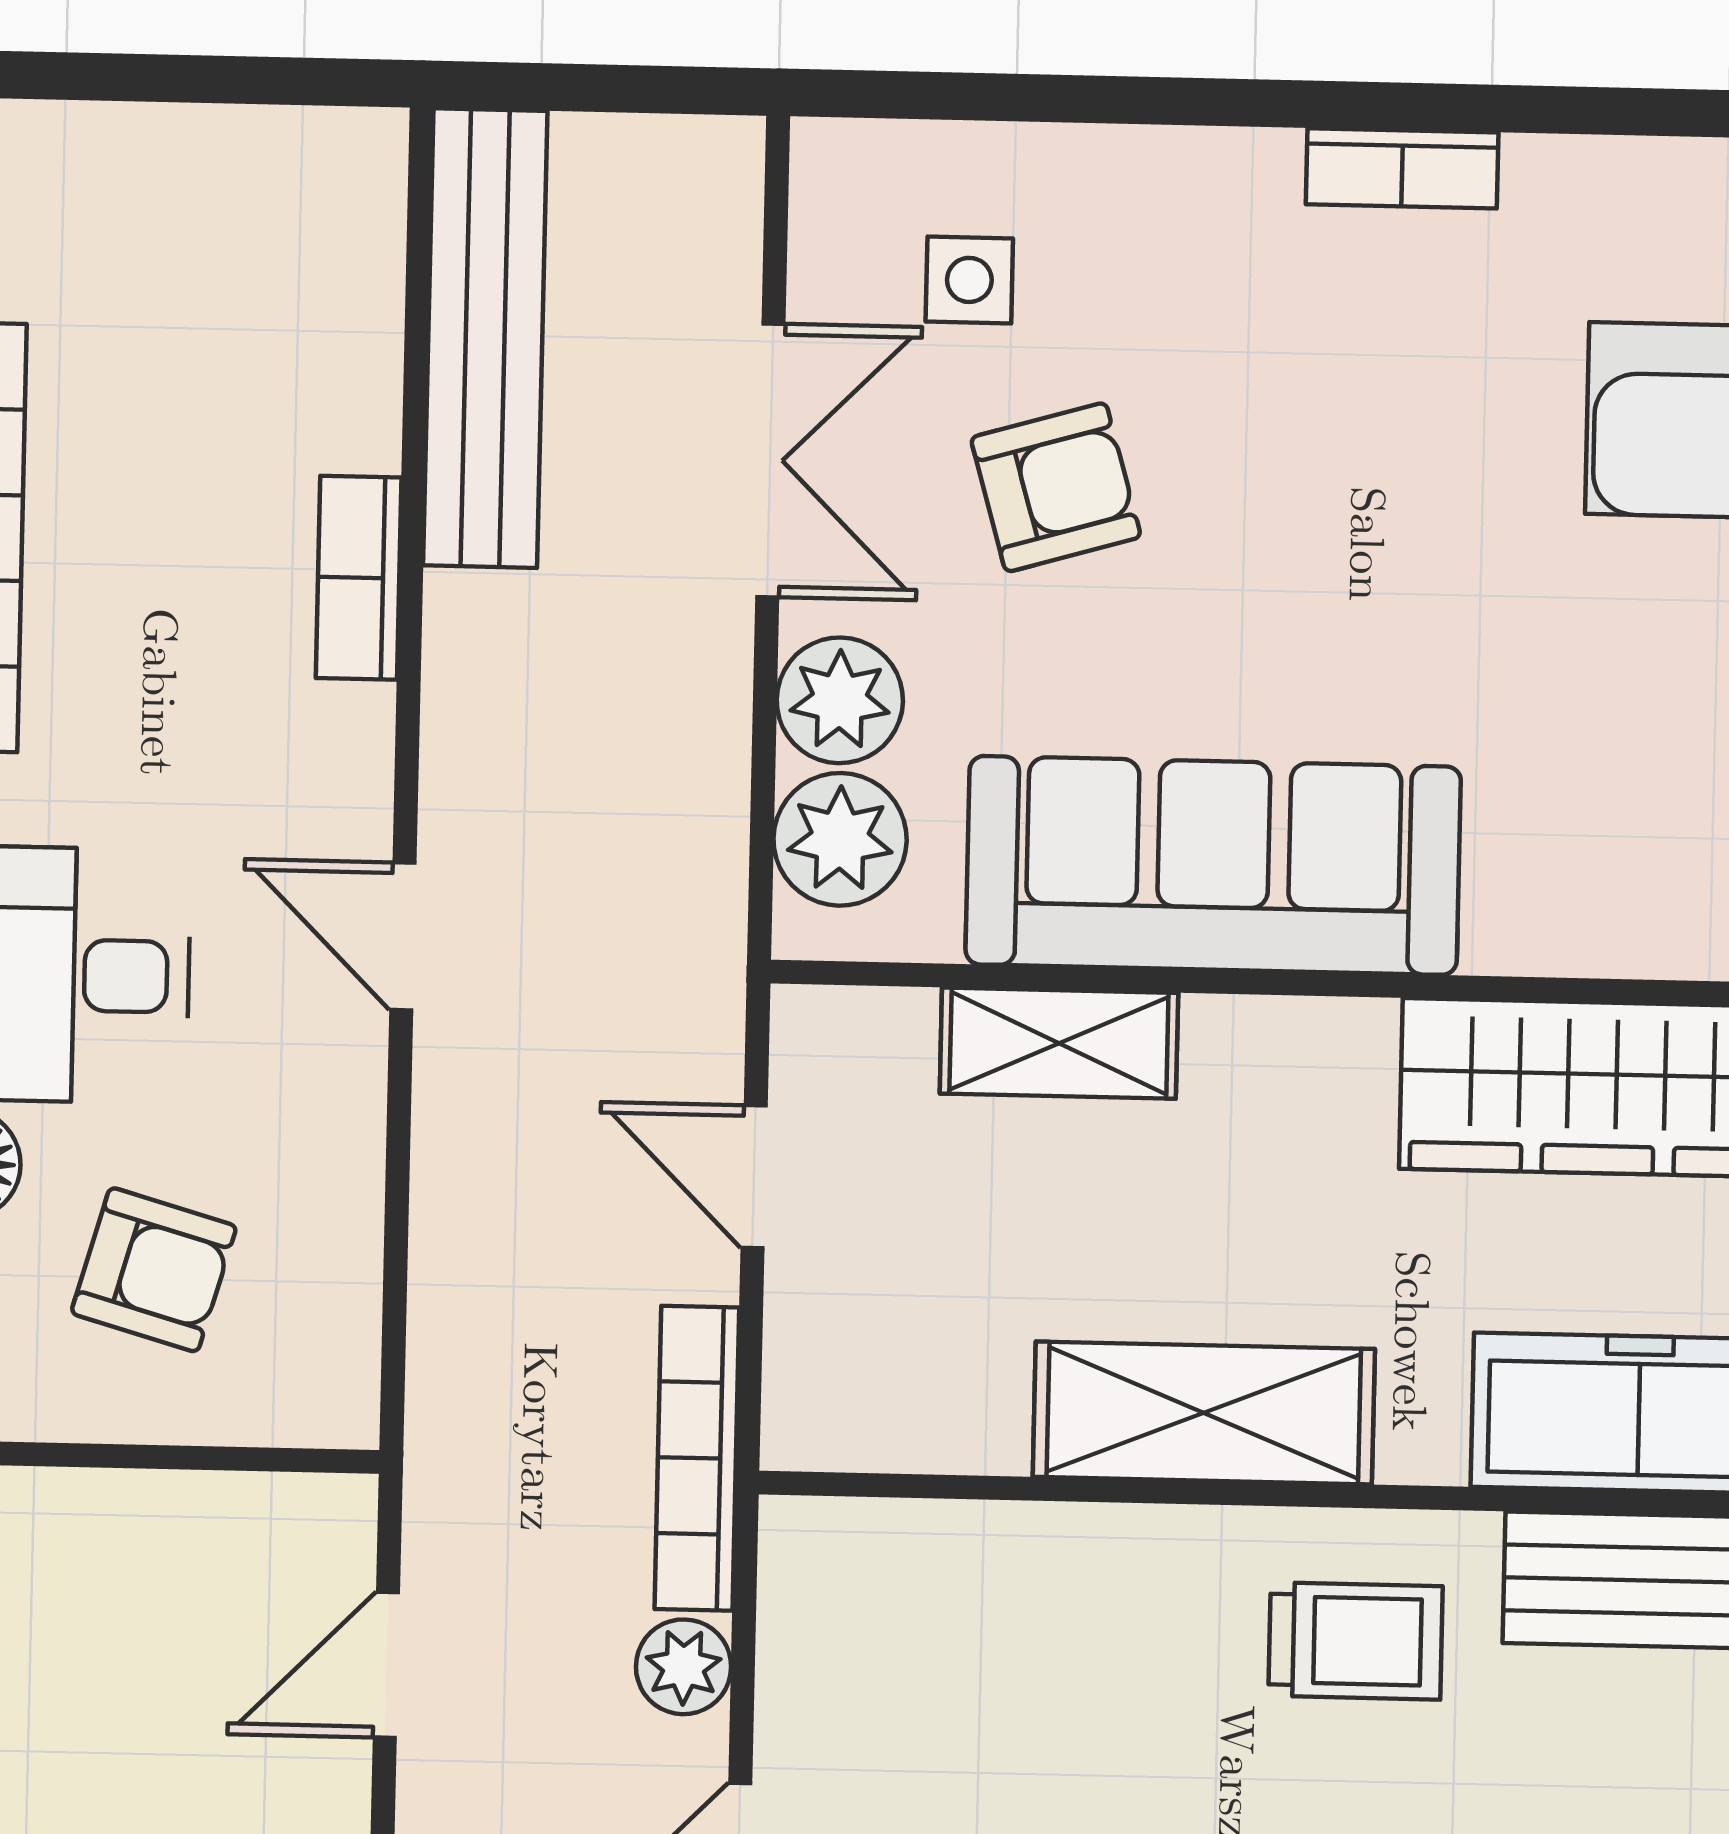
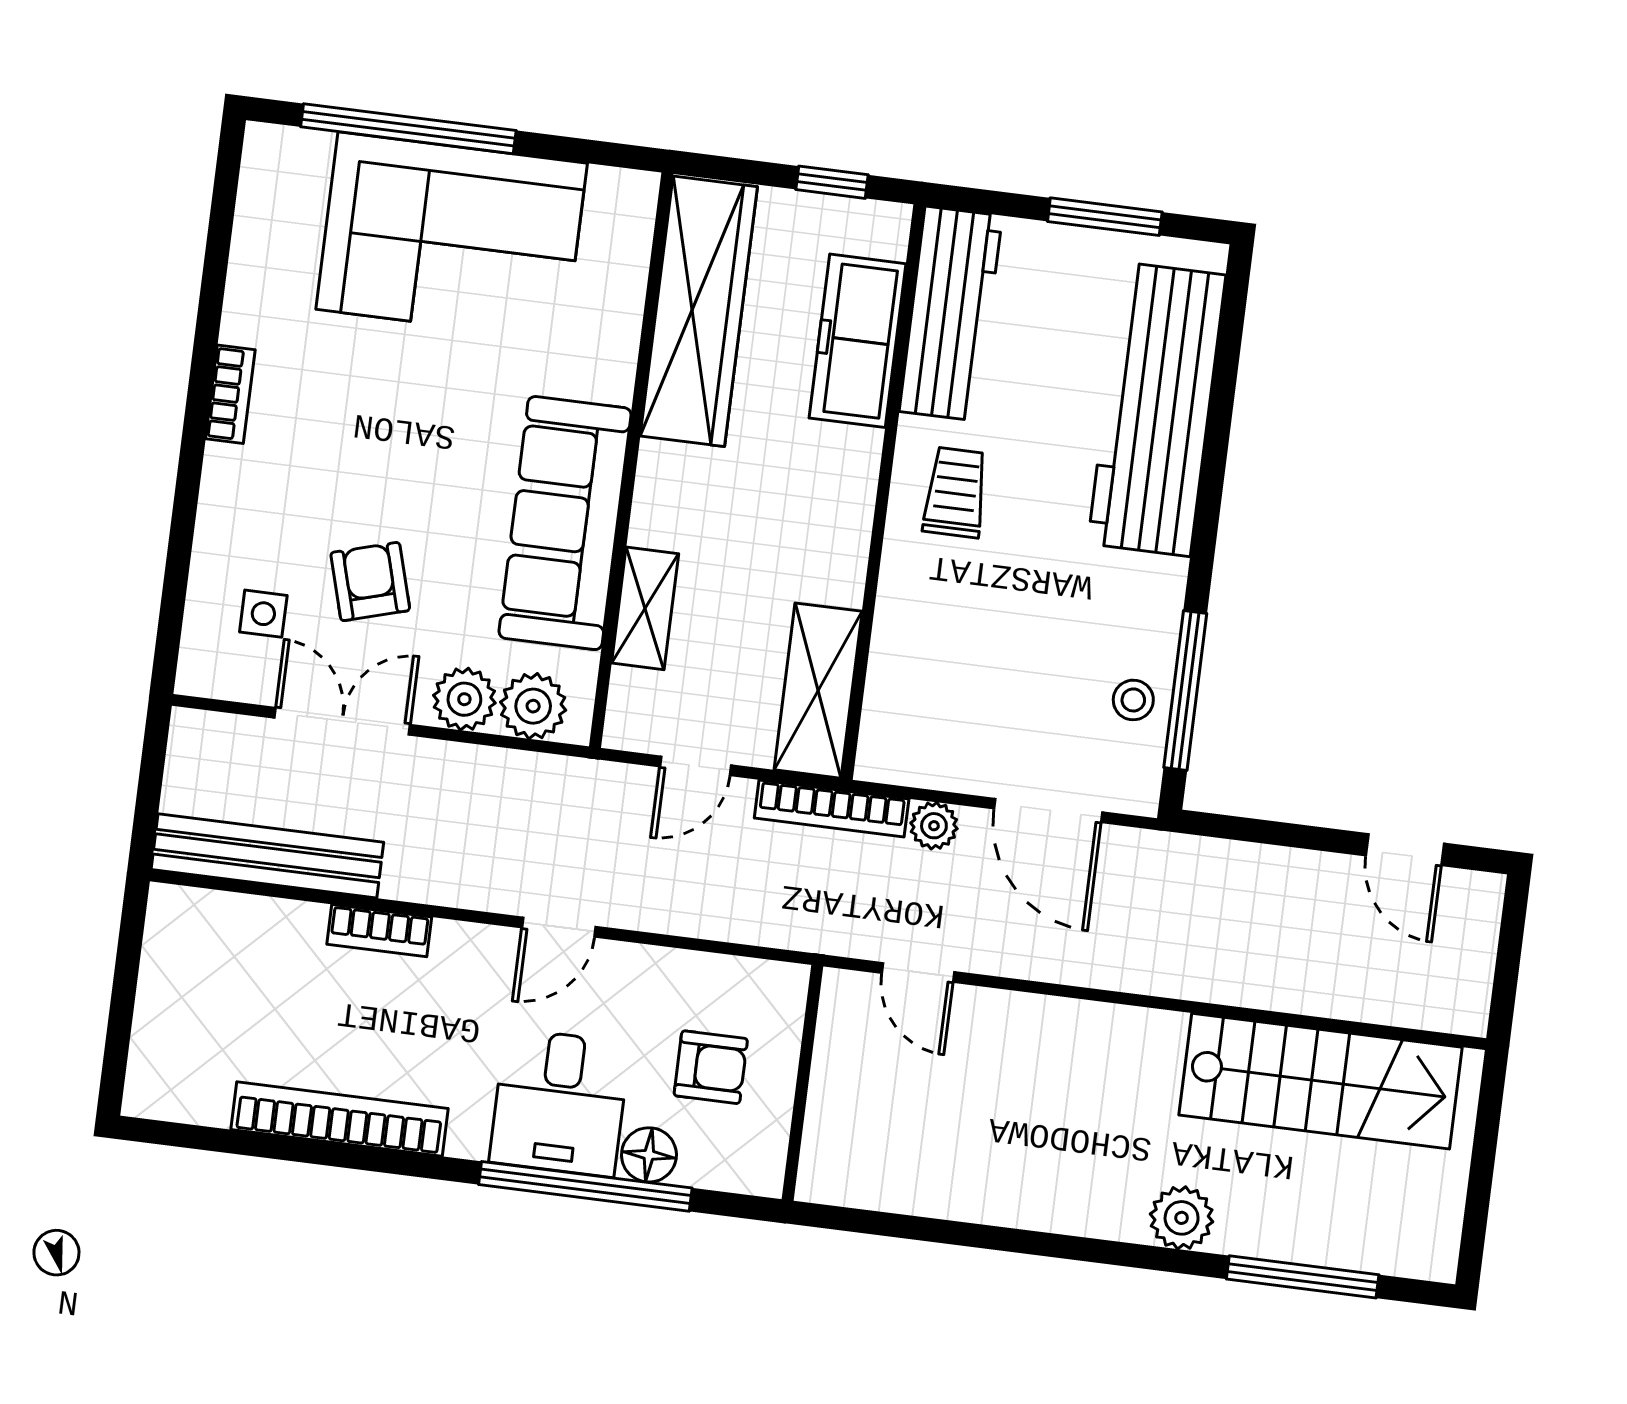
armchair: (154, 1270) -> (711, 1067), turned 74
shelving: (1204, 1413) -> (818, 691), moved

